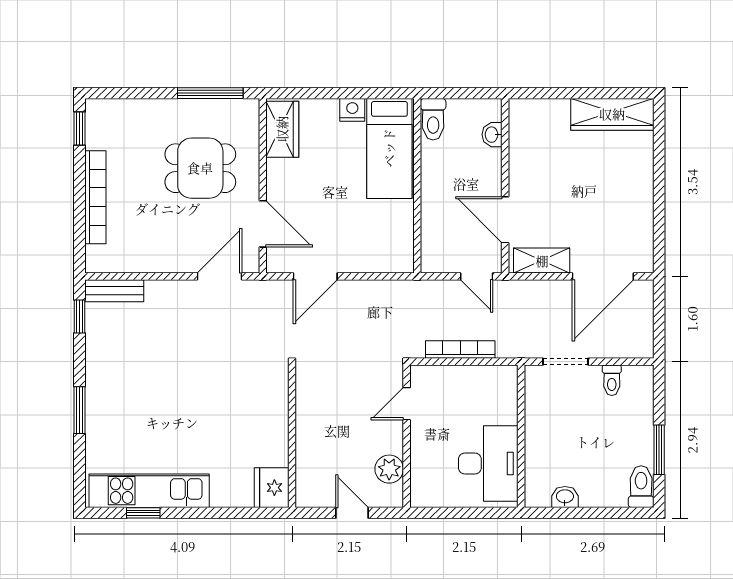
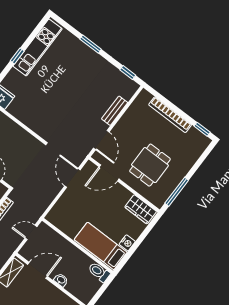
washbasin: (492, 135) -> (61, 280), moved
door: (477, 276) -> (31, 232), moved
bench: (114, 291) -> (115, 111), moved
window: (143, 513) -> (17, 56), moved

